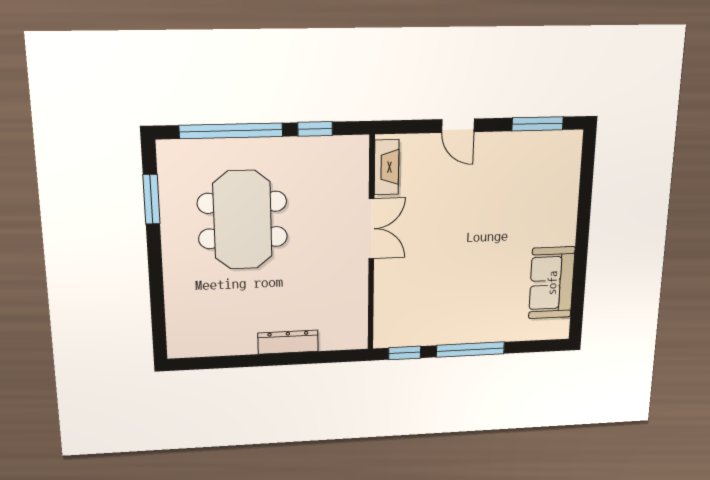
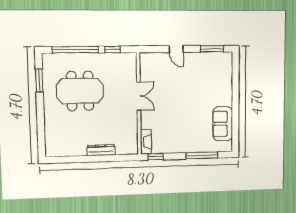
fireplace: (387, 167) -> (146, 142), moved
meeting table: (243, 220) -> (80, 91), turned 90
window: (470, 350) -> (202, 155), moved

